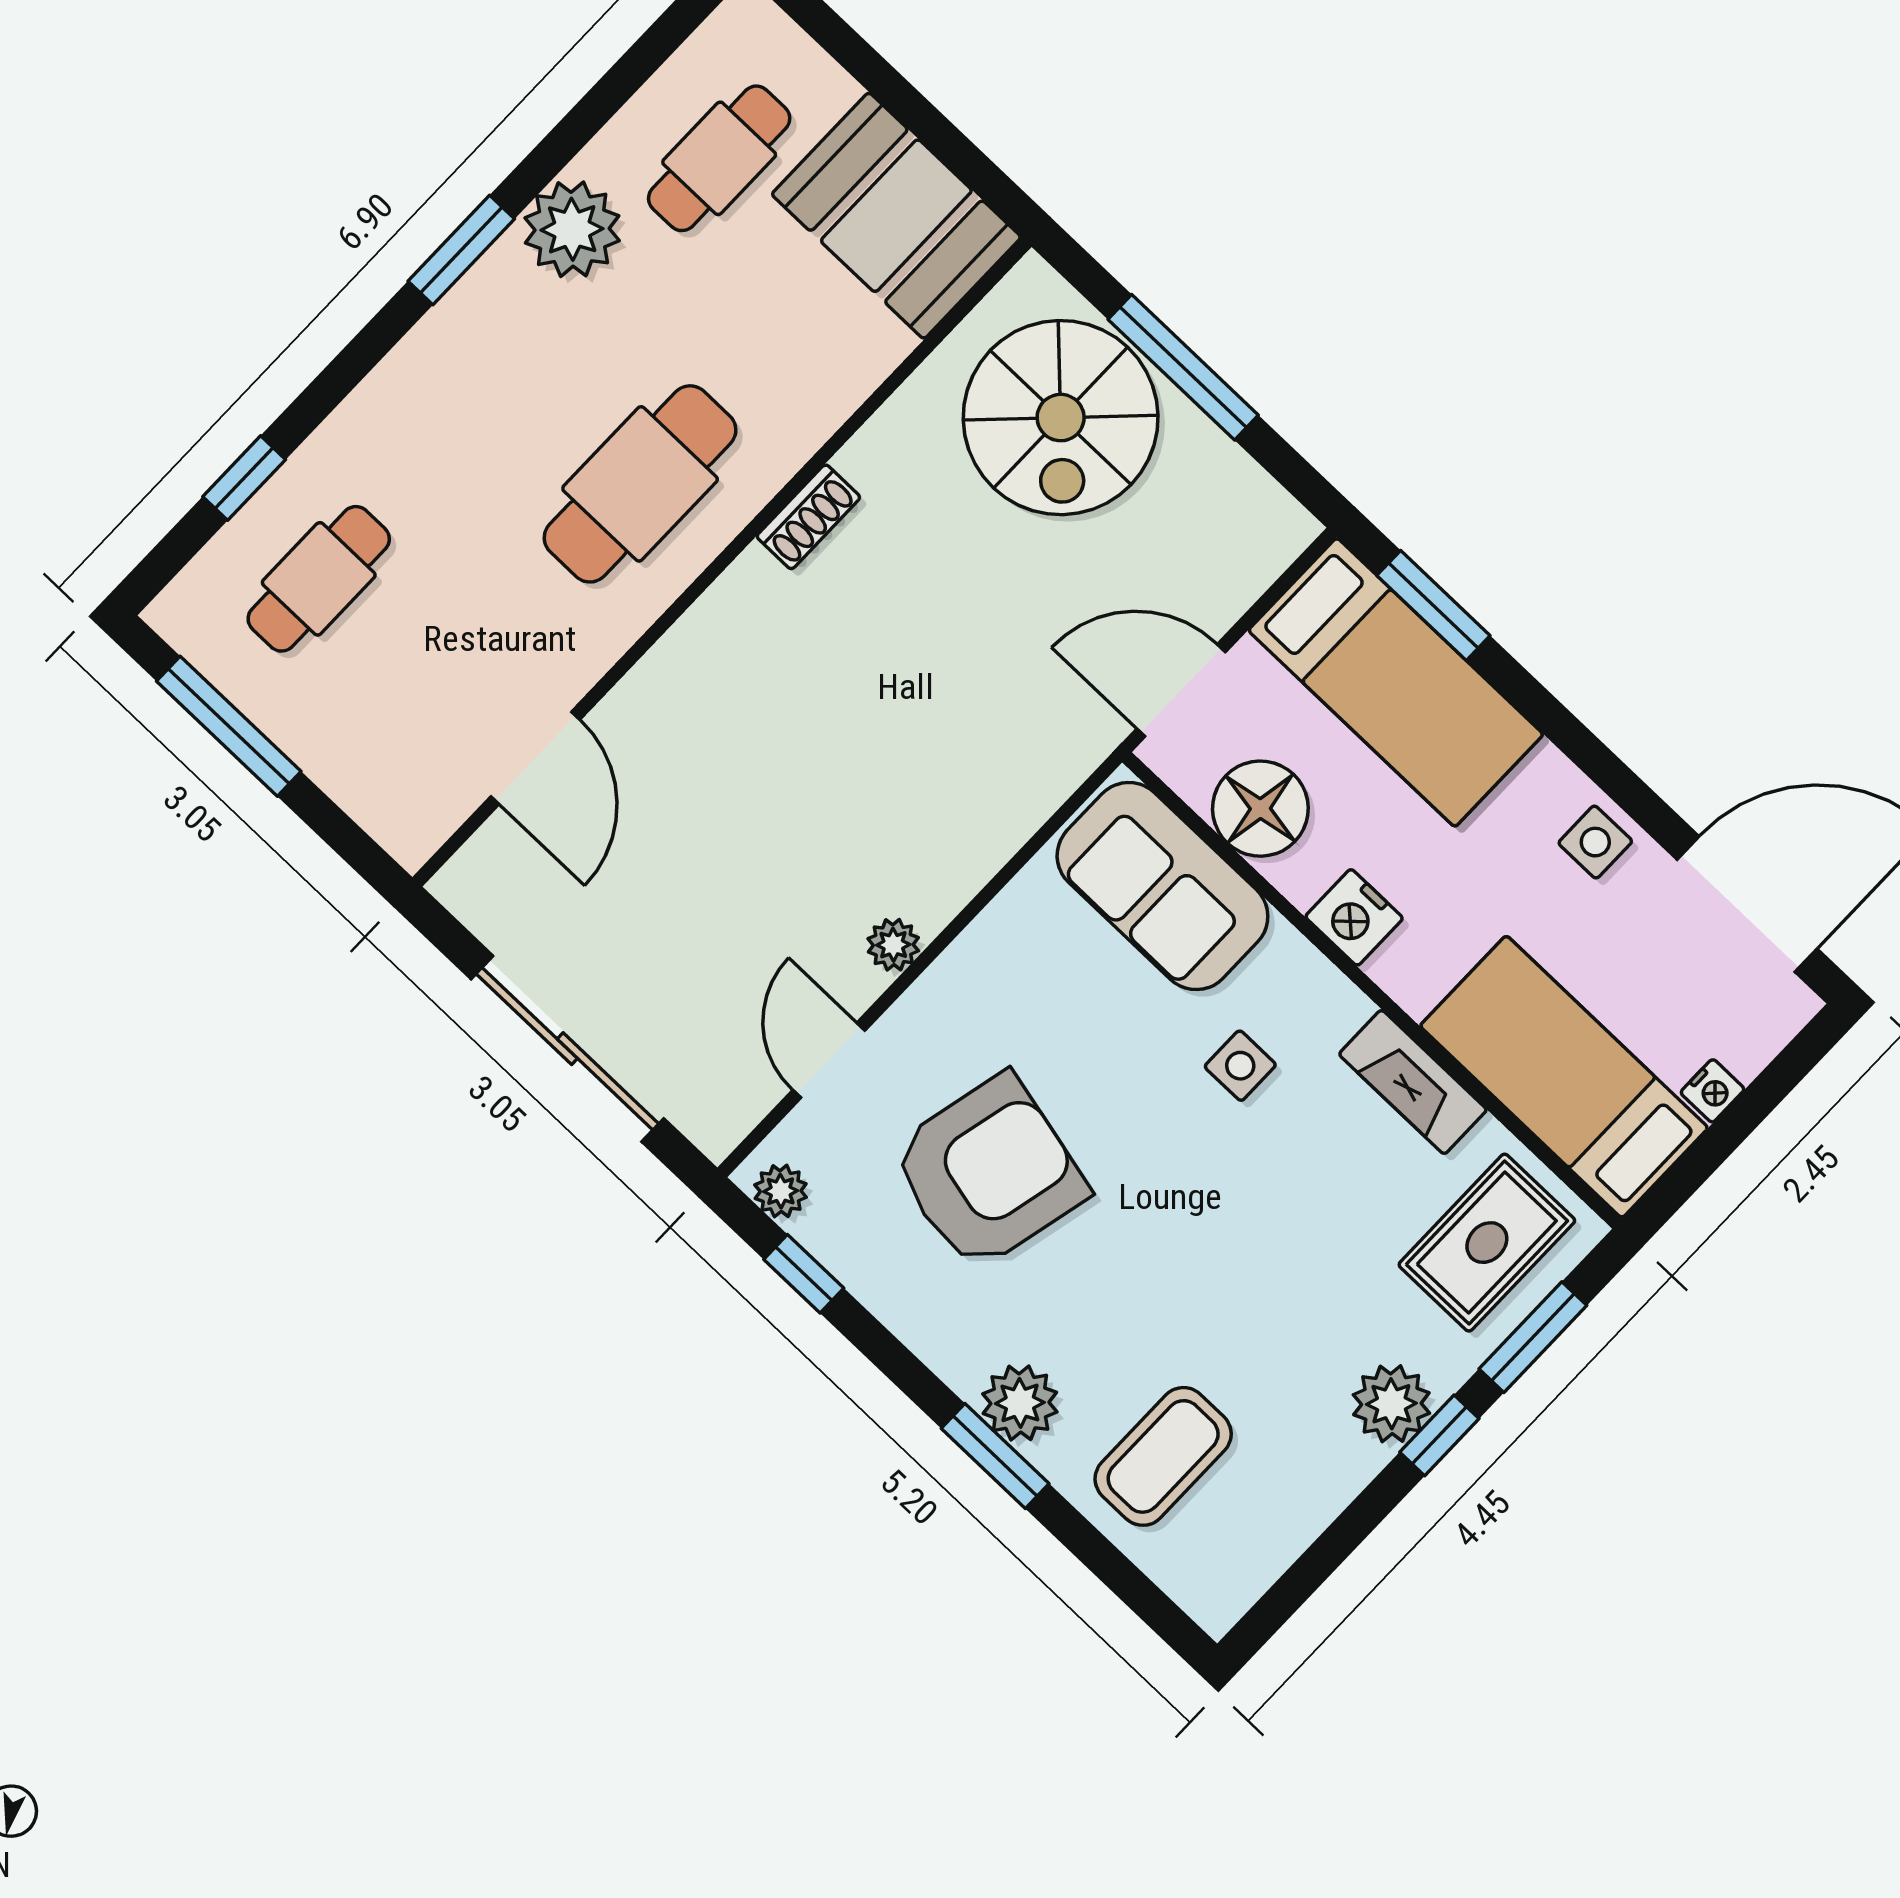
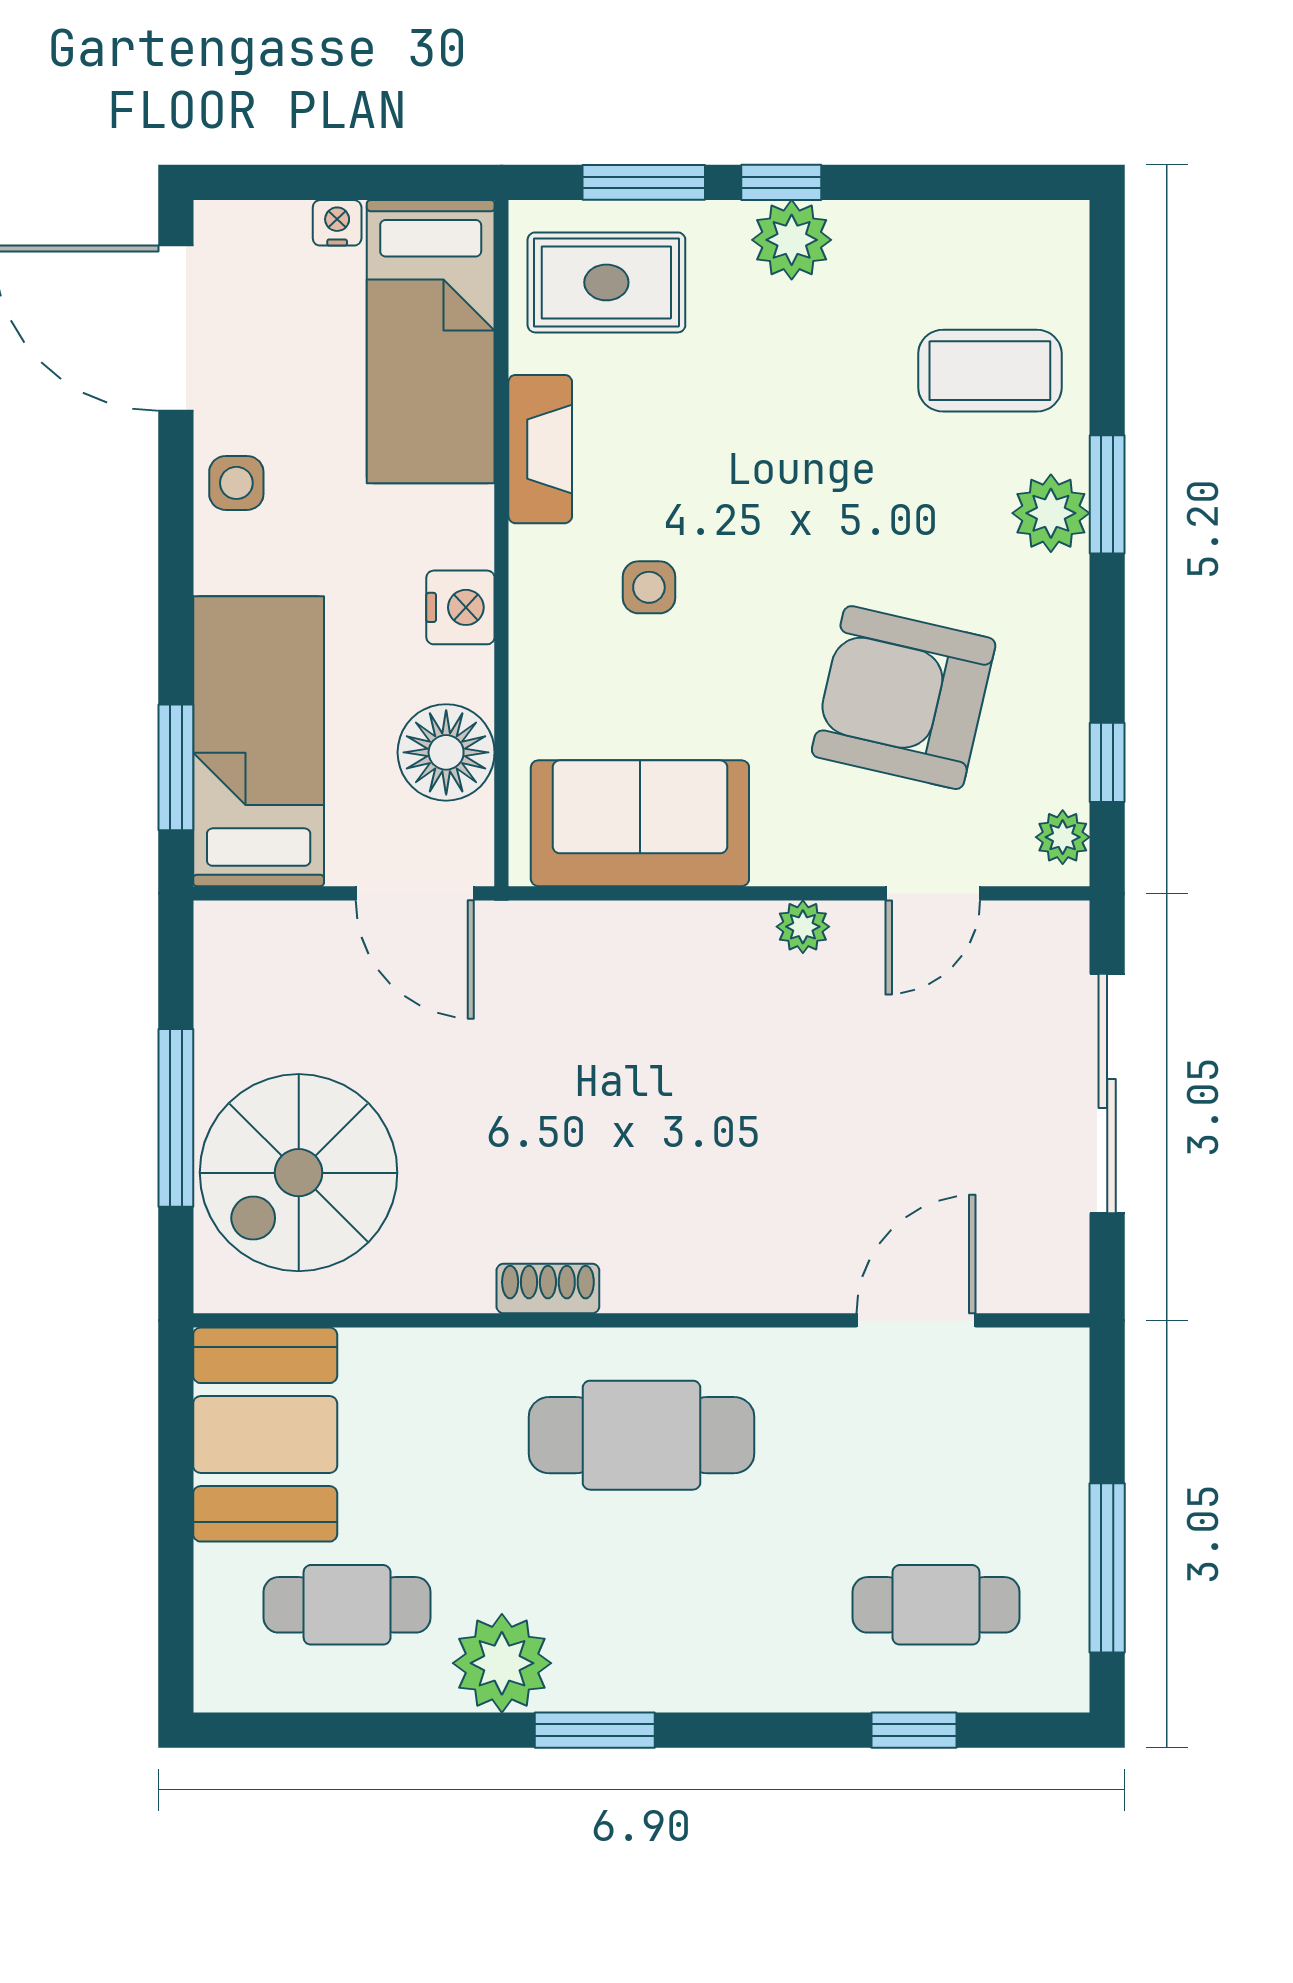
spiral stairs: (1061, 418) -> (299, 1173), turned 180
sofa: (1162, 886) -> (640, 823), moved, turned -90

